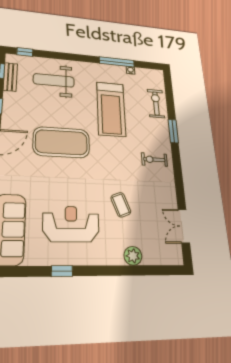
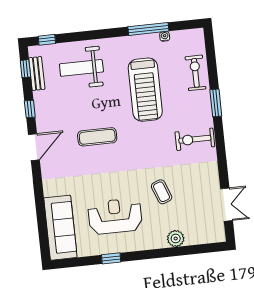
exercise mat: (61, 142) -> (97, 137), width x0.50, depth x0.69
exercise bike: (154, 160) -> (195, 139), width x1.38, depth x1.39
double door: (184, 226) -> (227, 205), swing flipped

